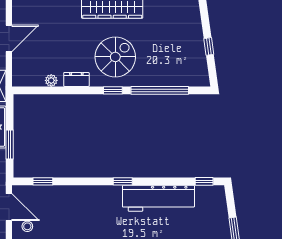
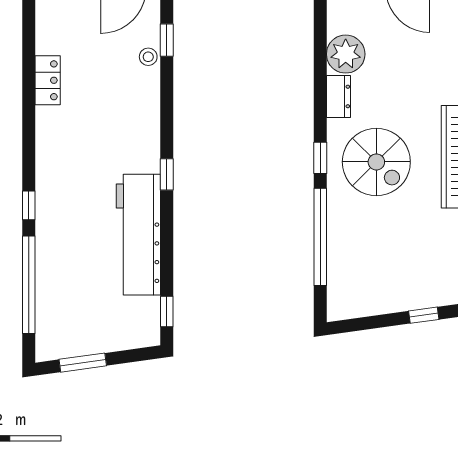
window: (209, 46) -> (424, 315), moved
plant: (51, 80) -> (346, 54), width x1.88, depth x1.88
stool: (27, 226) -> (148, 57), moved

